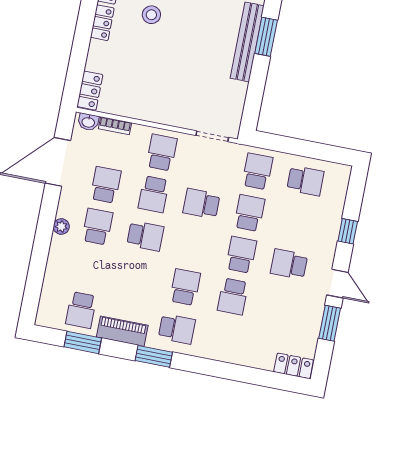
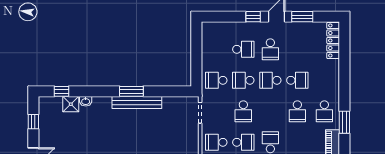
school desk: (305, 181) -> (243, 49), moved, turned 90
window: (348, 231) -> (253, 17), moved
school desk: (185, 287) -> (297, 111), turned -90
school desk: (177, 329) -> (324, 111), turned 180
locker: (294, 366) -> (333, 40), width x1.53

